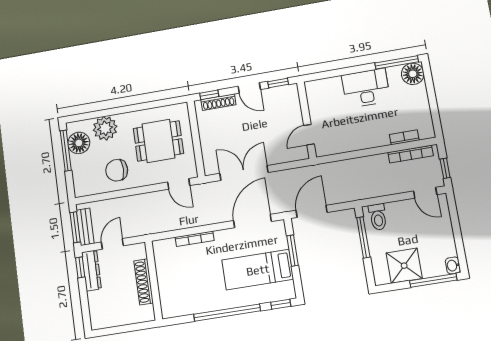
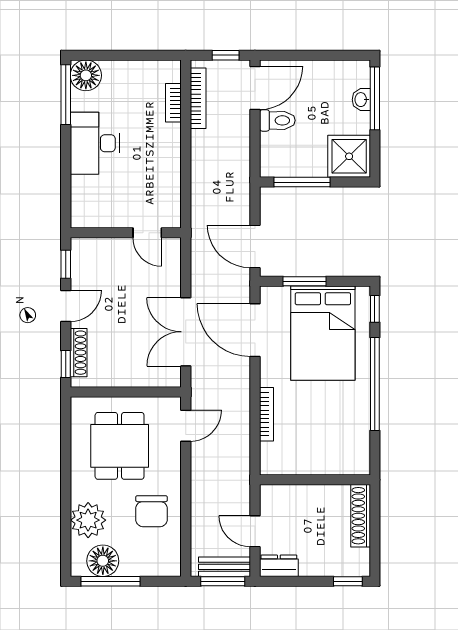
door: (425, 193) -> (255, 88), width x1.38
toilet: (378, 217) -> (277, 120), moved
washbasin: (453, 265) -> (361, 100), moved, turned 90
shower: (404, 266) -> (349, 156), moved
window: (80, 267) -> (348, 581), moved
dresser: (91, 270) -> (279, 566), width x0.70
bed: (258, 270) -> (323, 333), width x1.50
shoe rack: (144, 282) -> (361, 516), moved, turned 90

